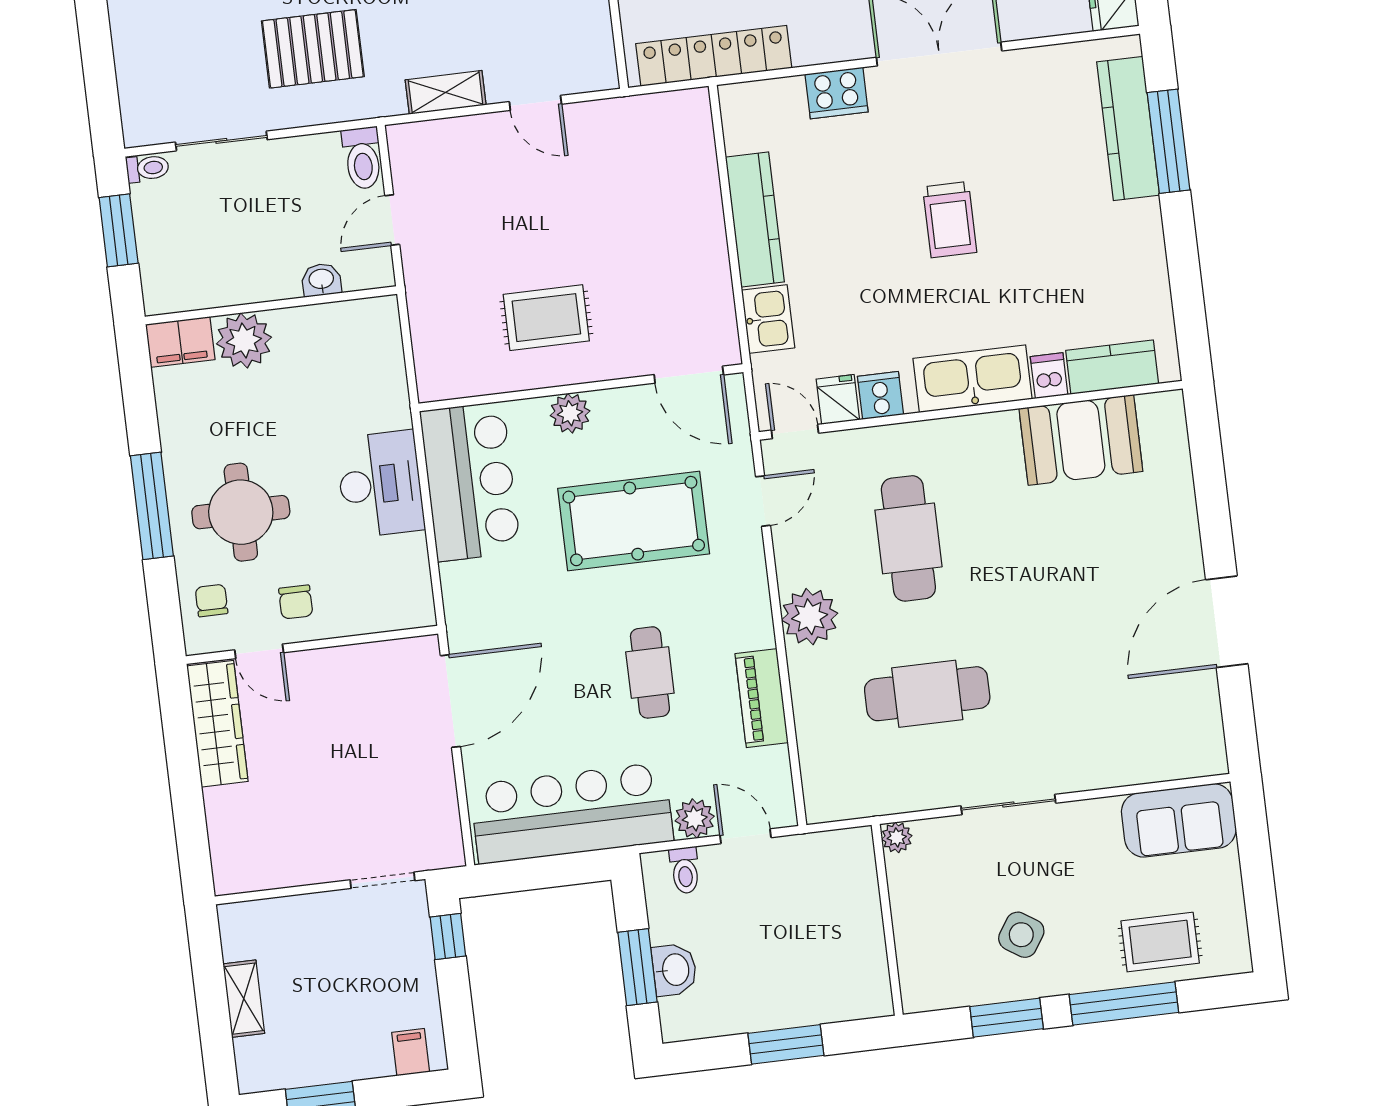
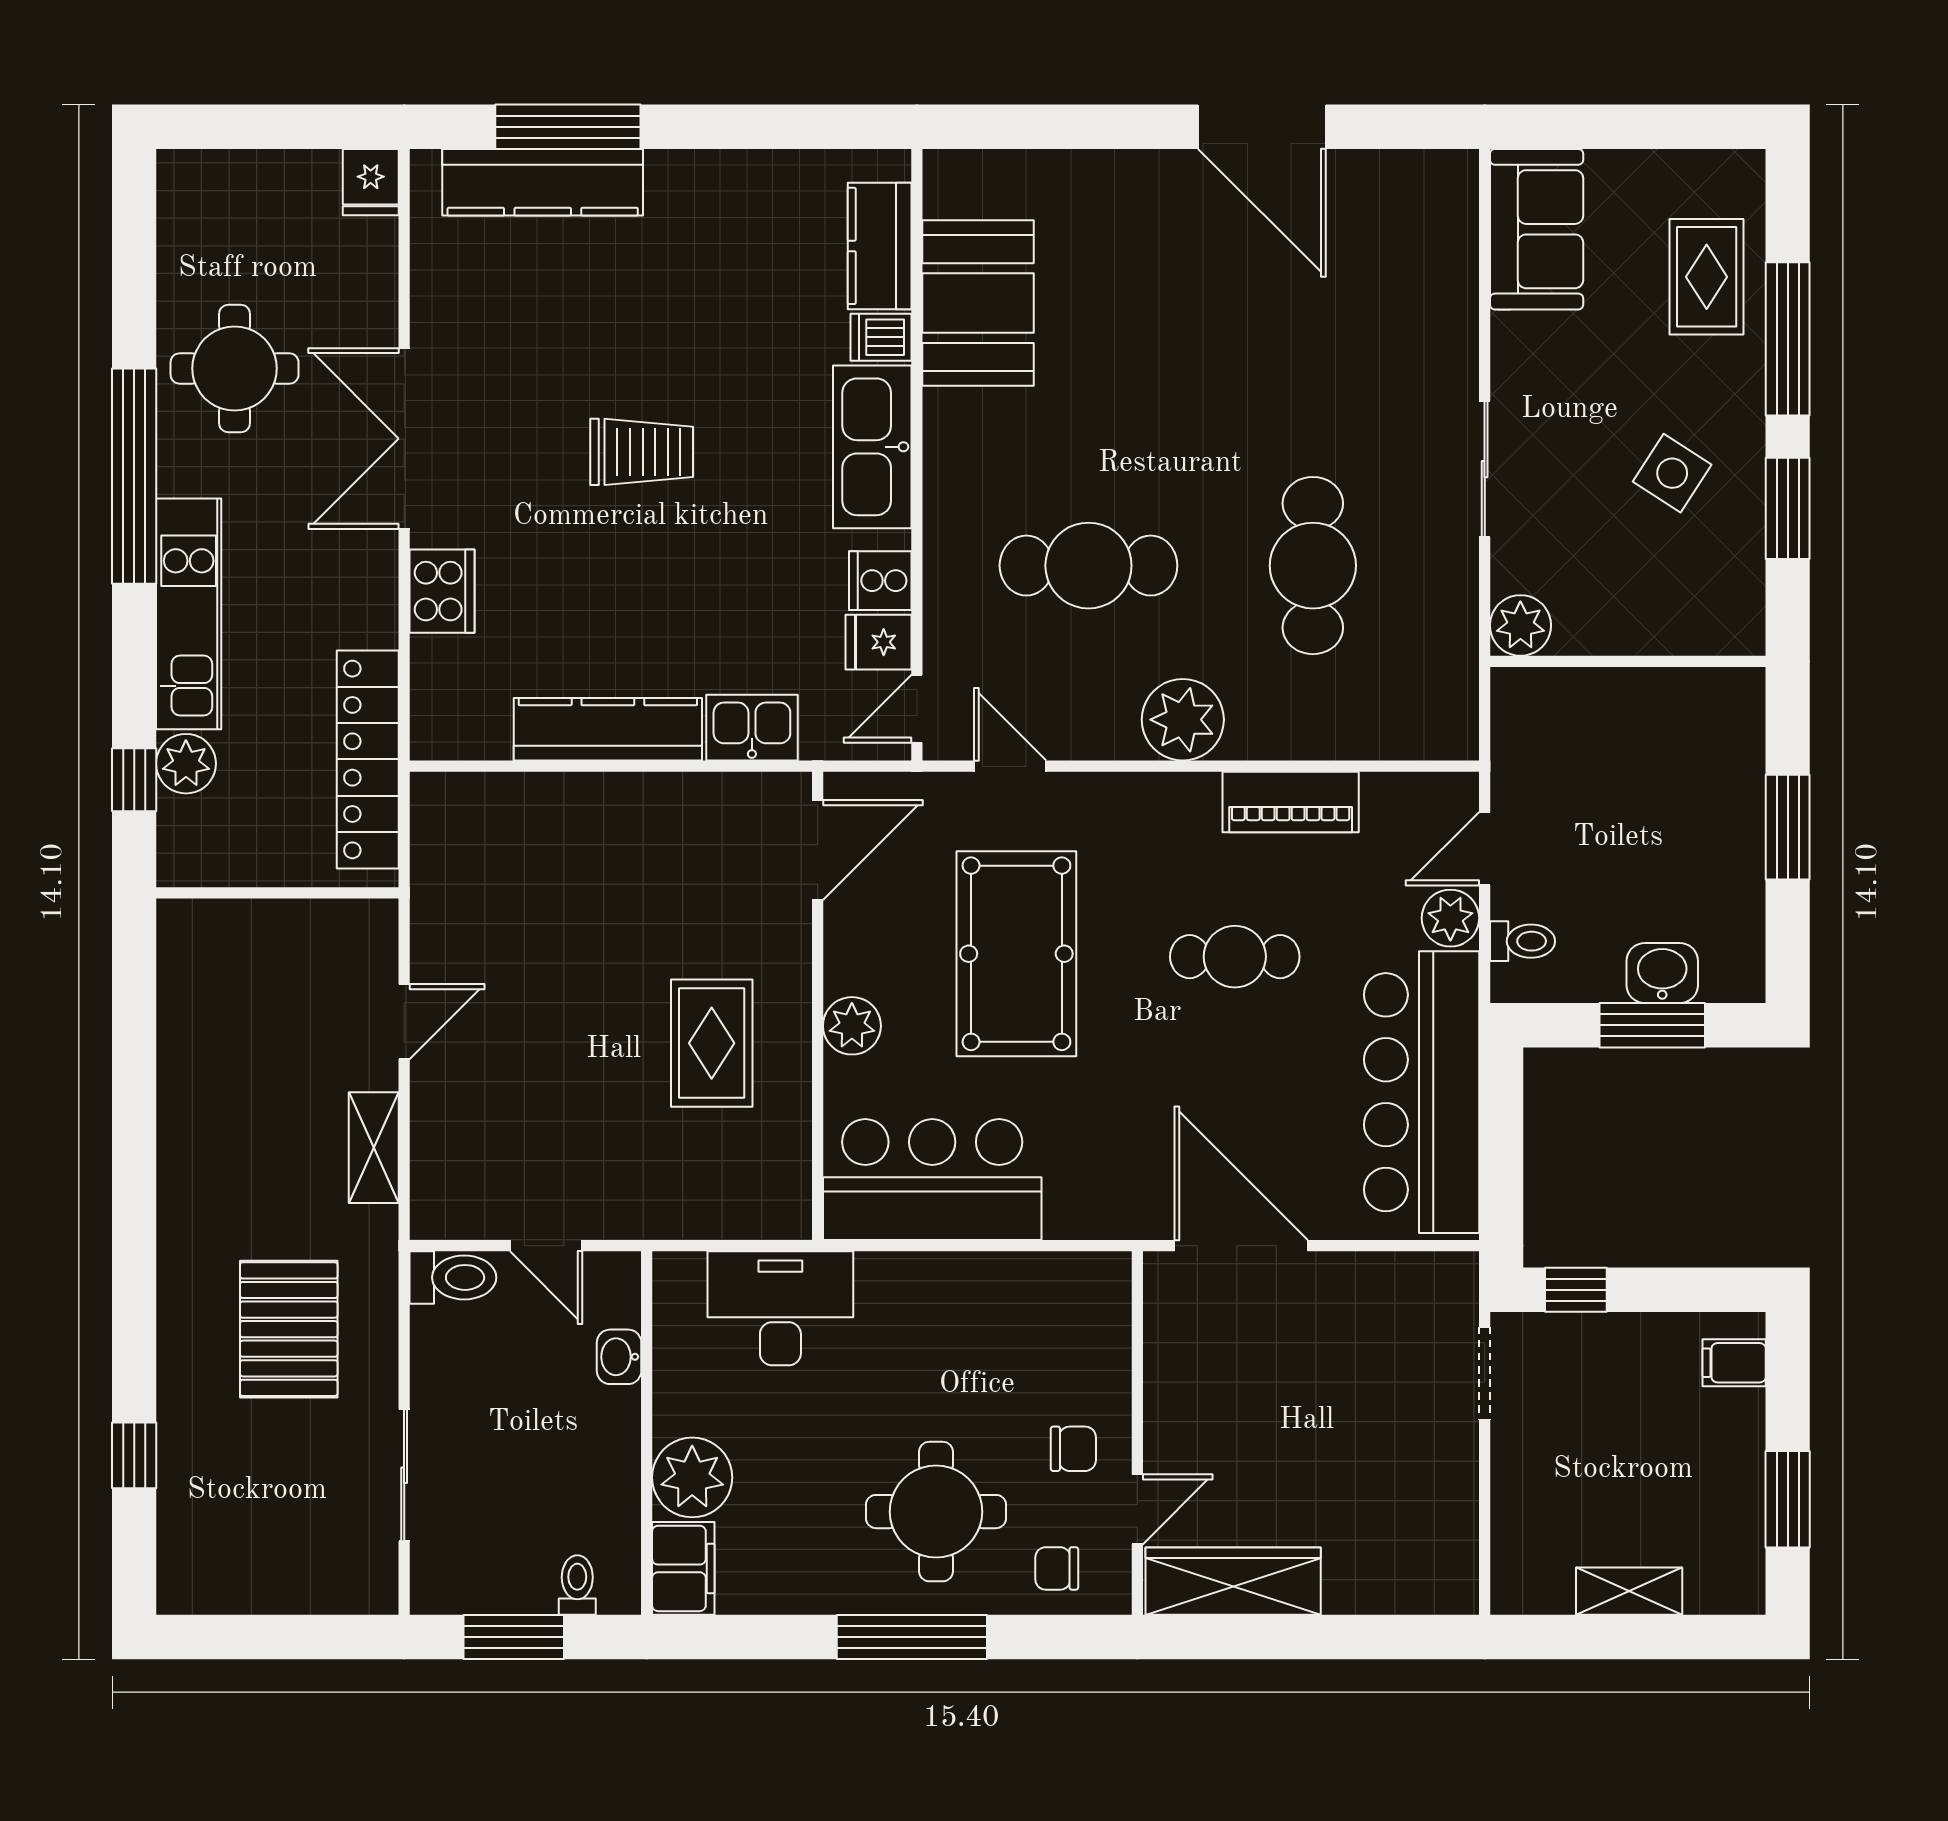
toilet: (148, 168) -> (577, 1585), moved
desk: (380, 484) -> (780, 1308), moved
plant: (897, 837) -> (1520, 625), width x1.38, depth x1.38

